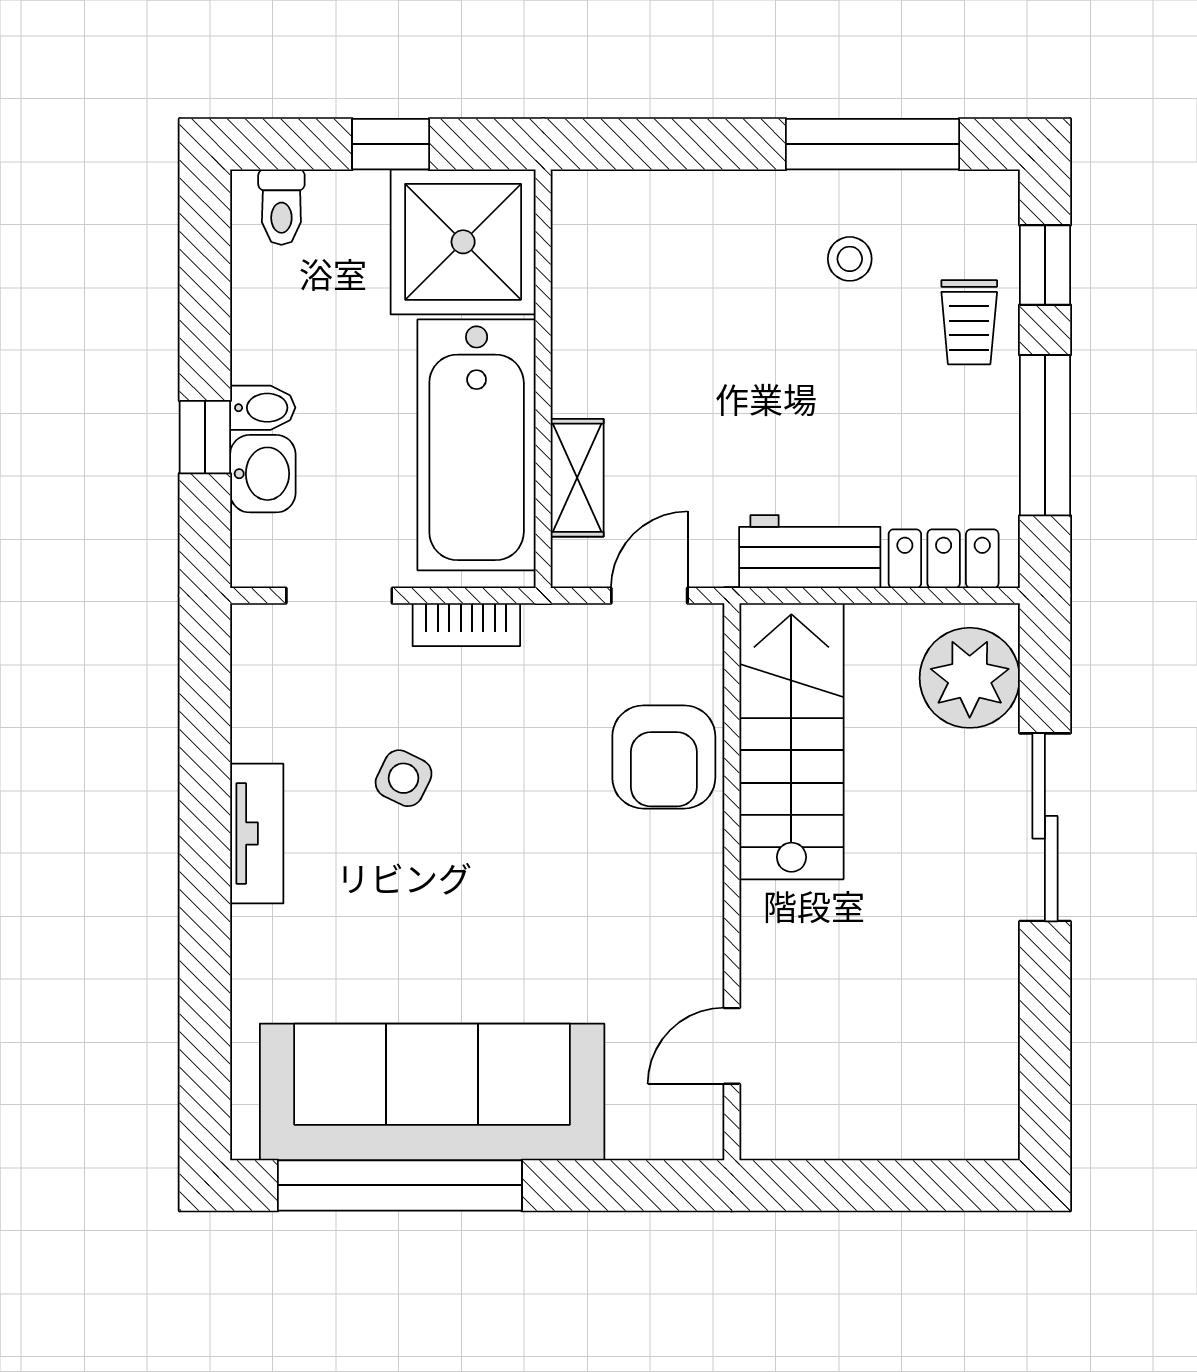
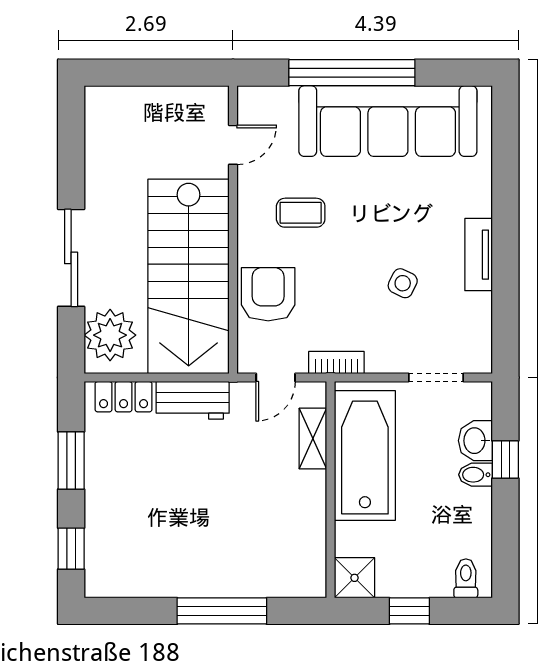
window: (872, 144) -> (222, 611), moved
shower: (463, 242) -> (355, 578), width x0.54, depth x0.54
stool: (850, 259) -> (172, 552), removed
trolley: (969, 322) -> (110, 519), removed
window: (1045, 435) -> (71, 460), width x0.69
bookcase: (466, 625) -> (336, 363), moved
stairs: (791, 741) -> (189, 276), width x1.36, depth x1.51
coffee table: (601, 915) -> (301, 213), added
window: (400, 1185) -> (352, 73), moved

